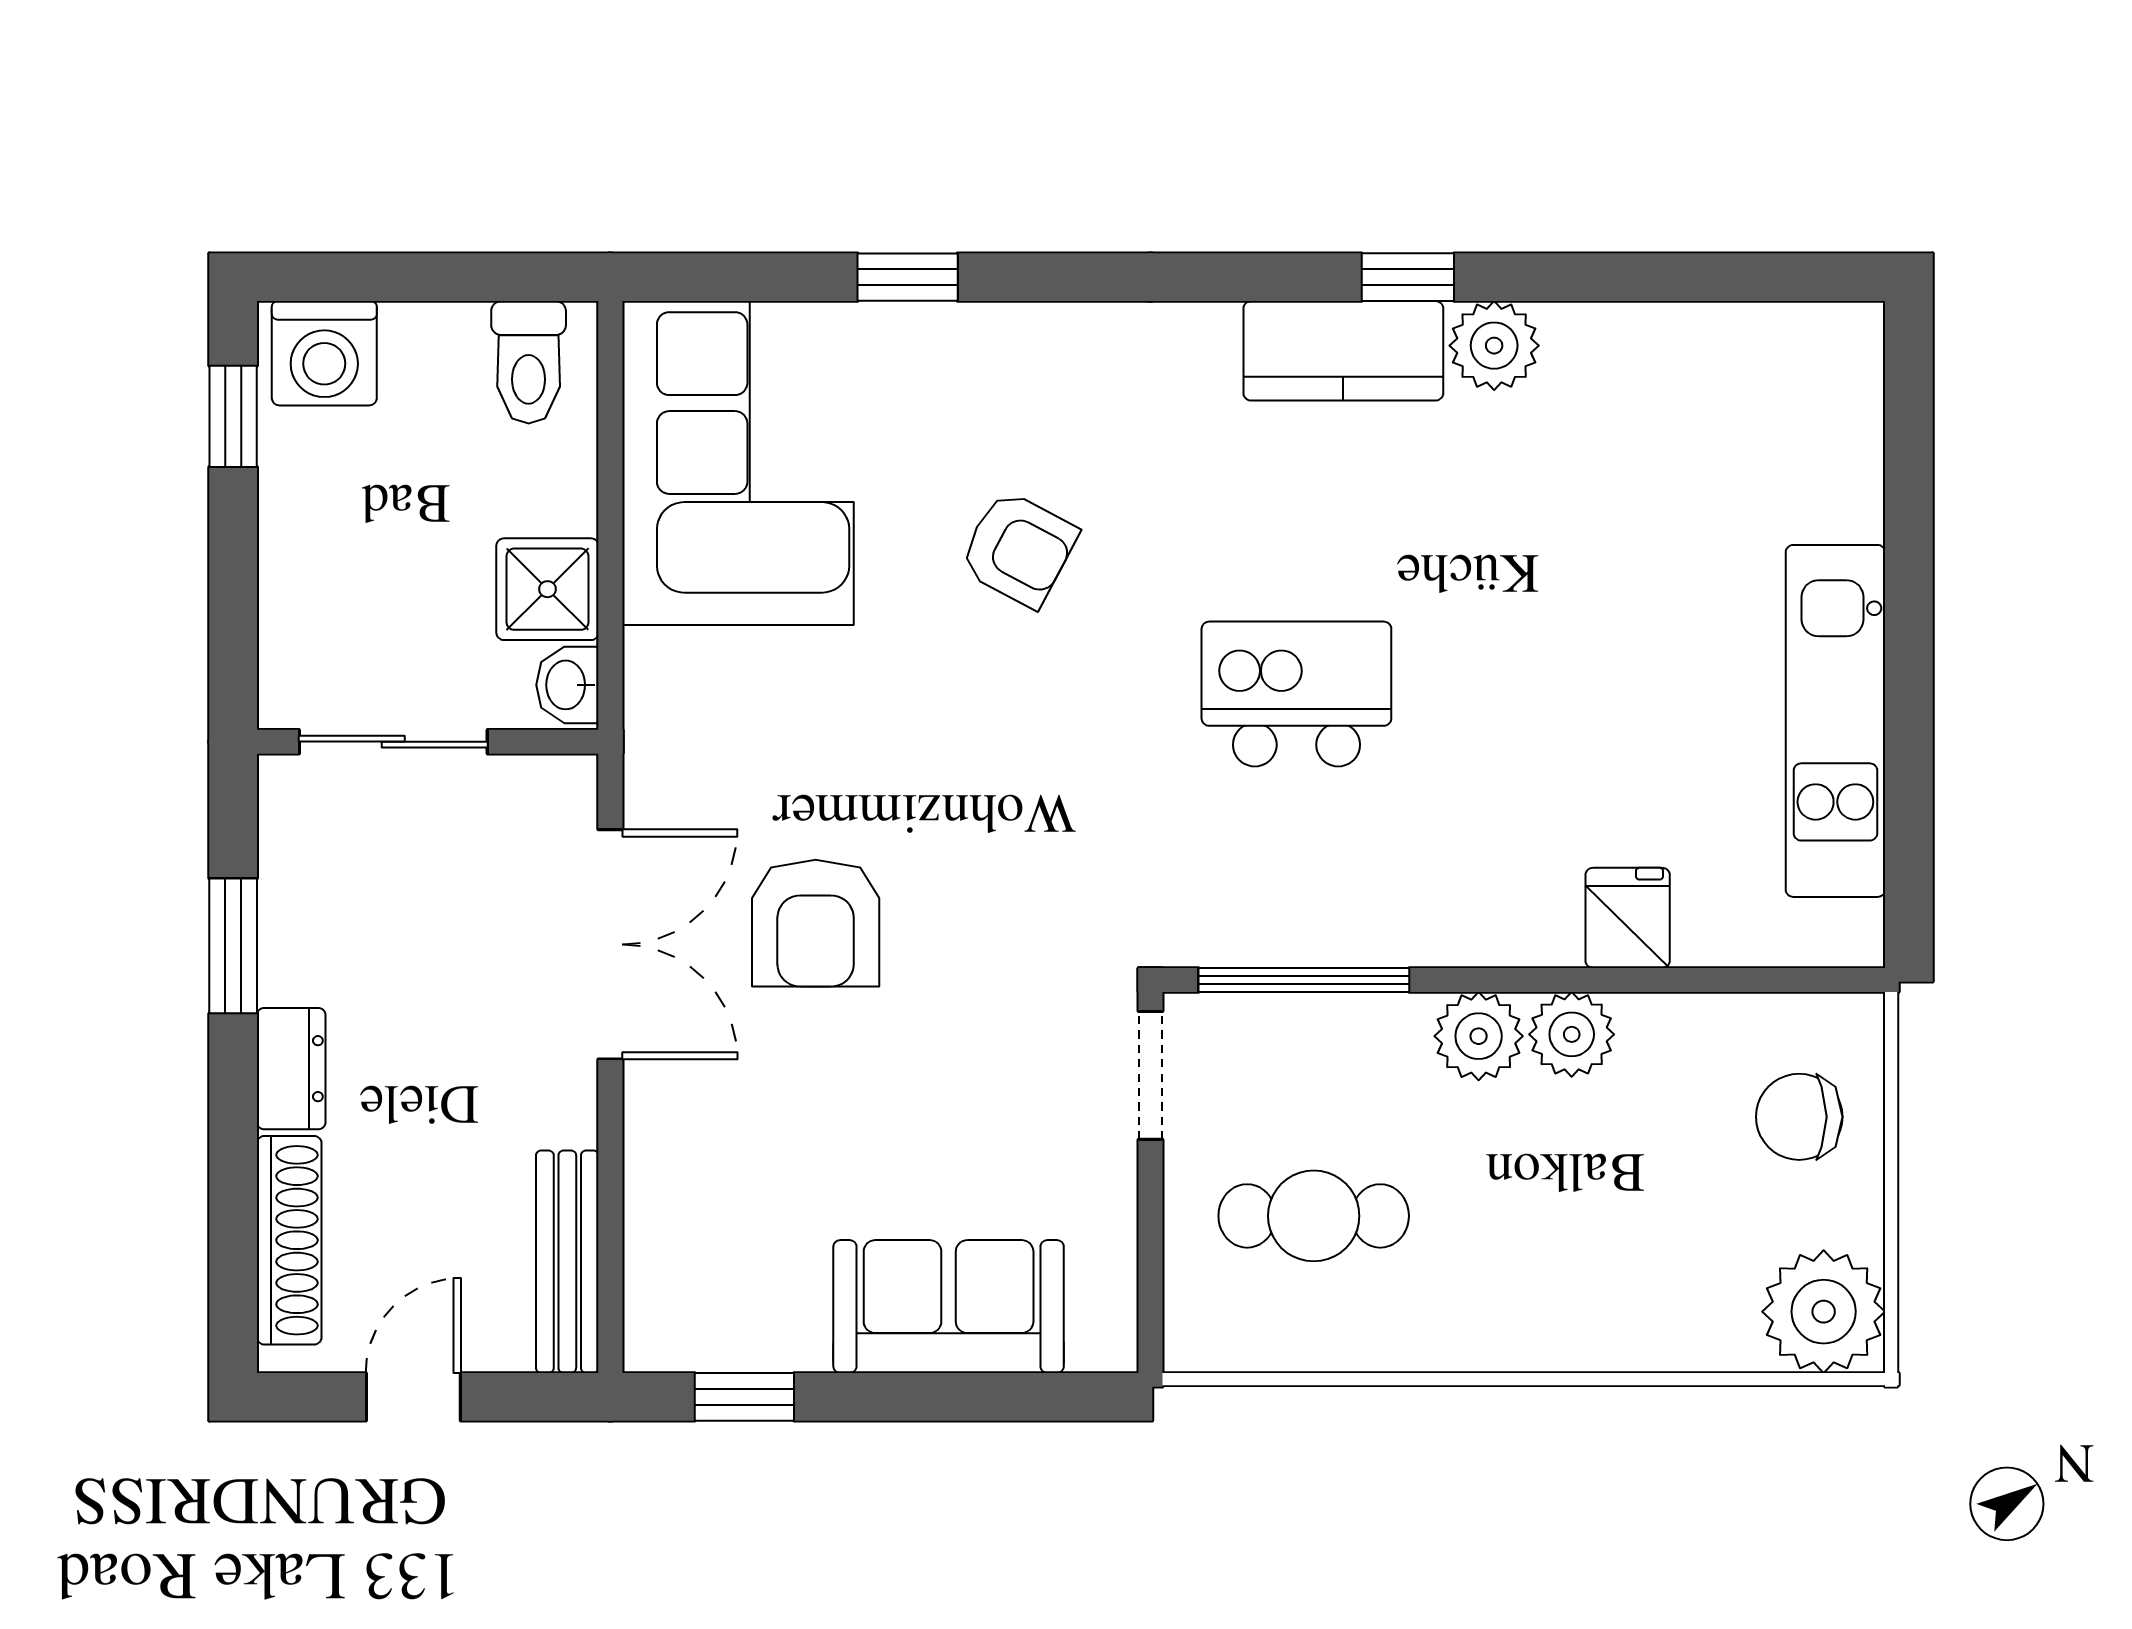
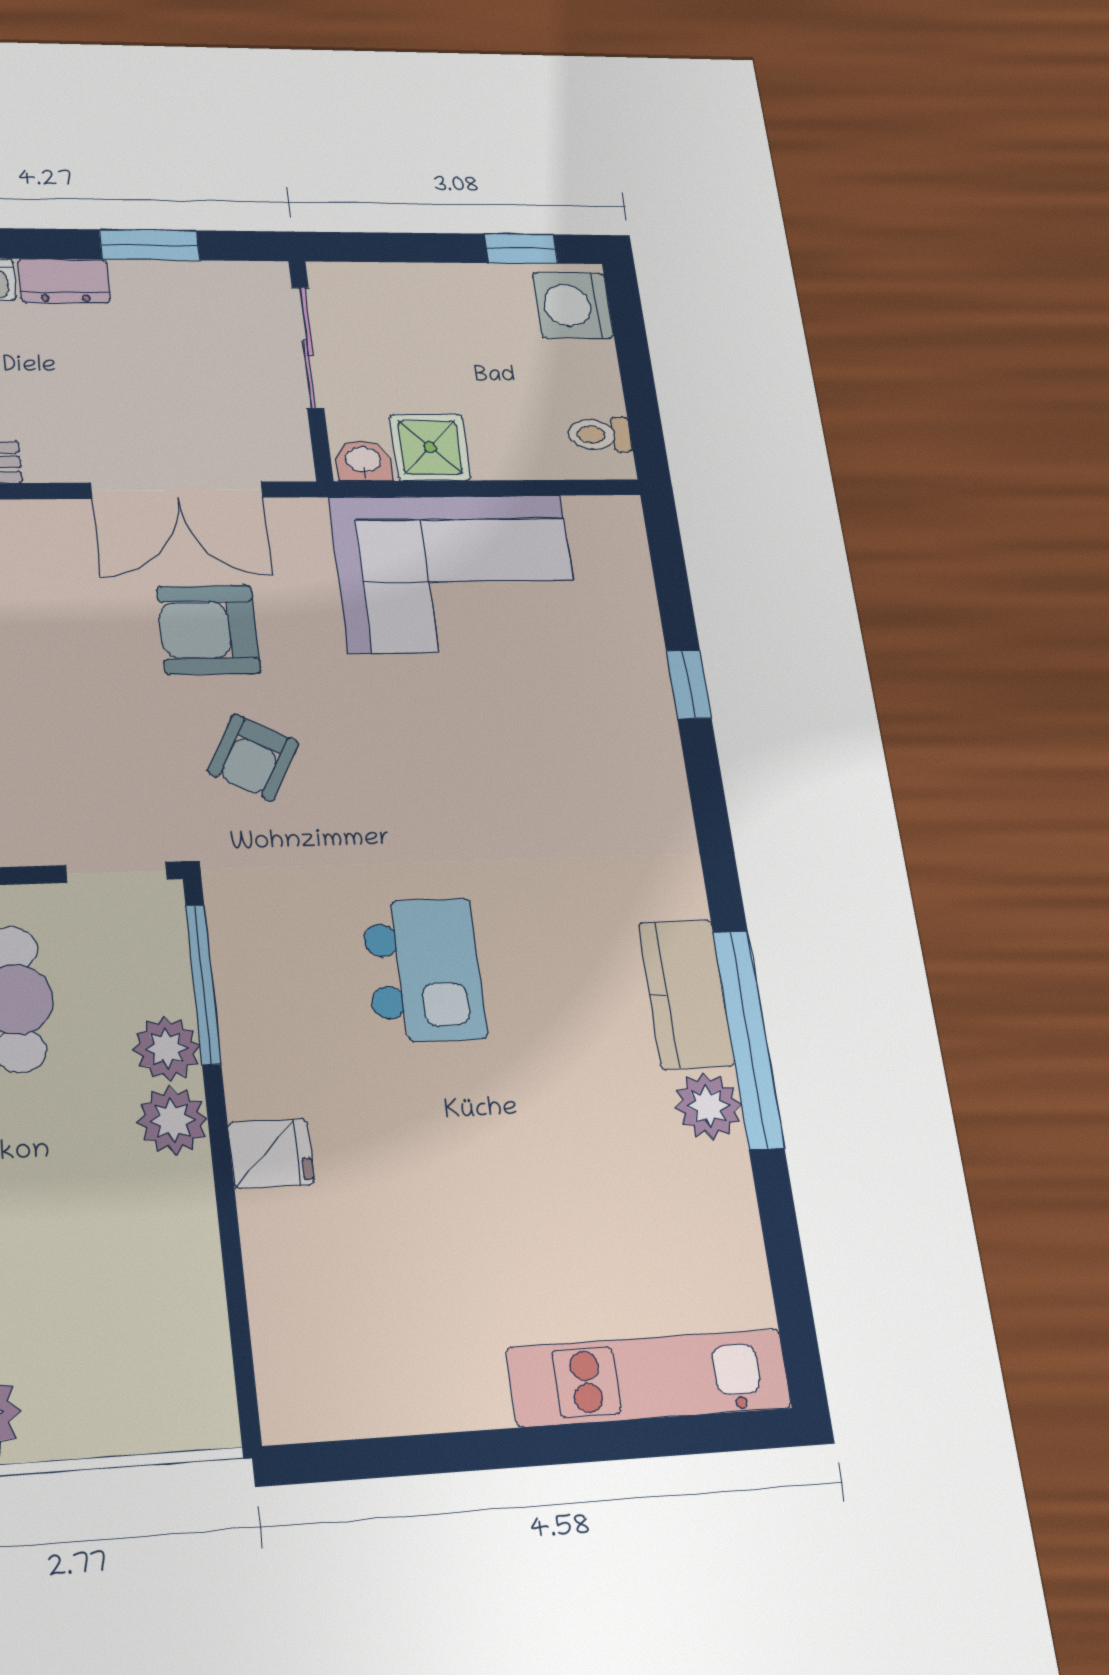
window: (1408, 277) -> (748, 1039), width x3.17
toilet: (529, 362) -> (600, 434), width x0.73, depth x0.72
corner sofa: (738, 463) -> (456, 573), moved
armchair: (1018, 549) -> (253, 757), moved
kitchen unit: (1835, 721) -> (650, 1378), moved
fridge: (1628, 918) -> (271, 1153), moved
plant: (1572, 1034) -> (167, 1048), moved
chair: (1799, 1117) -> (132, 1383), removed

